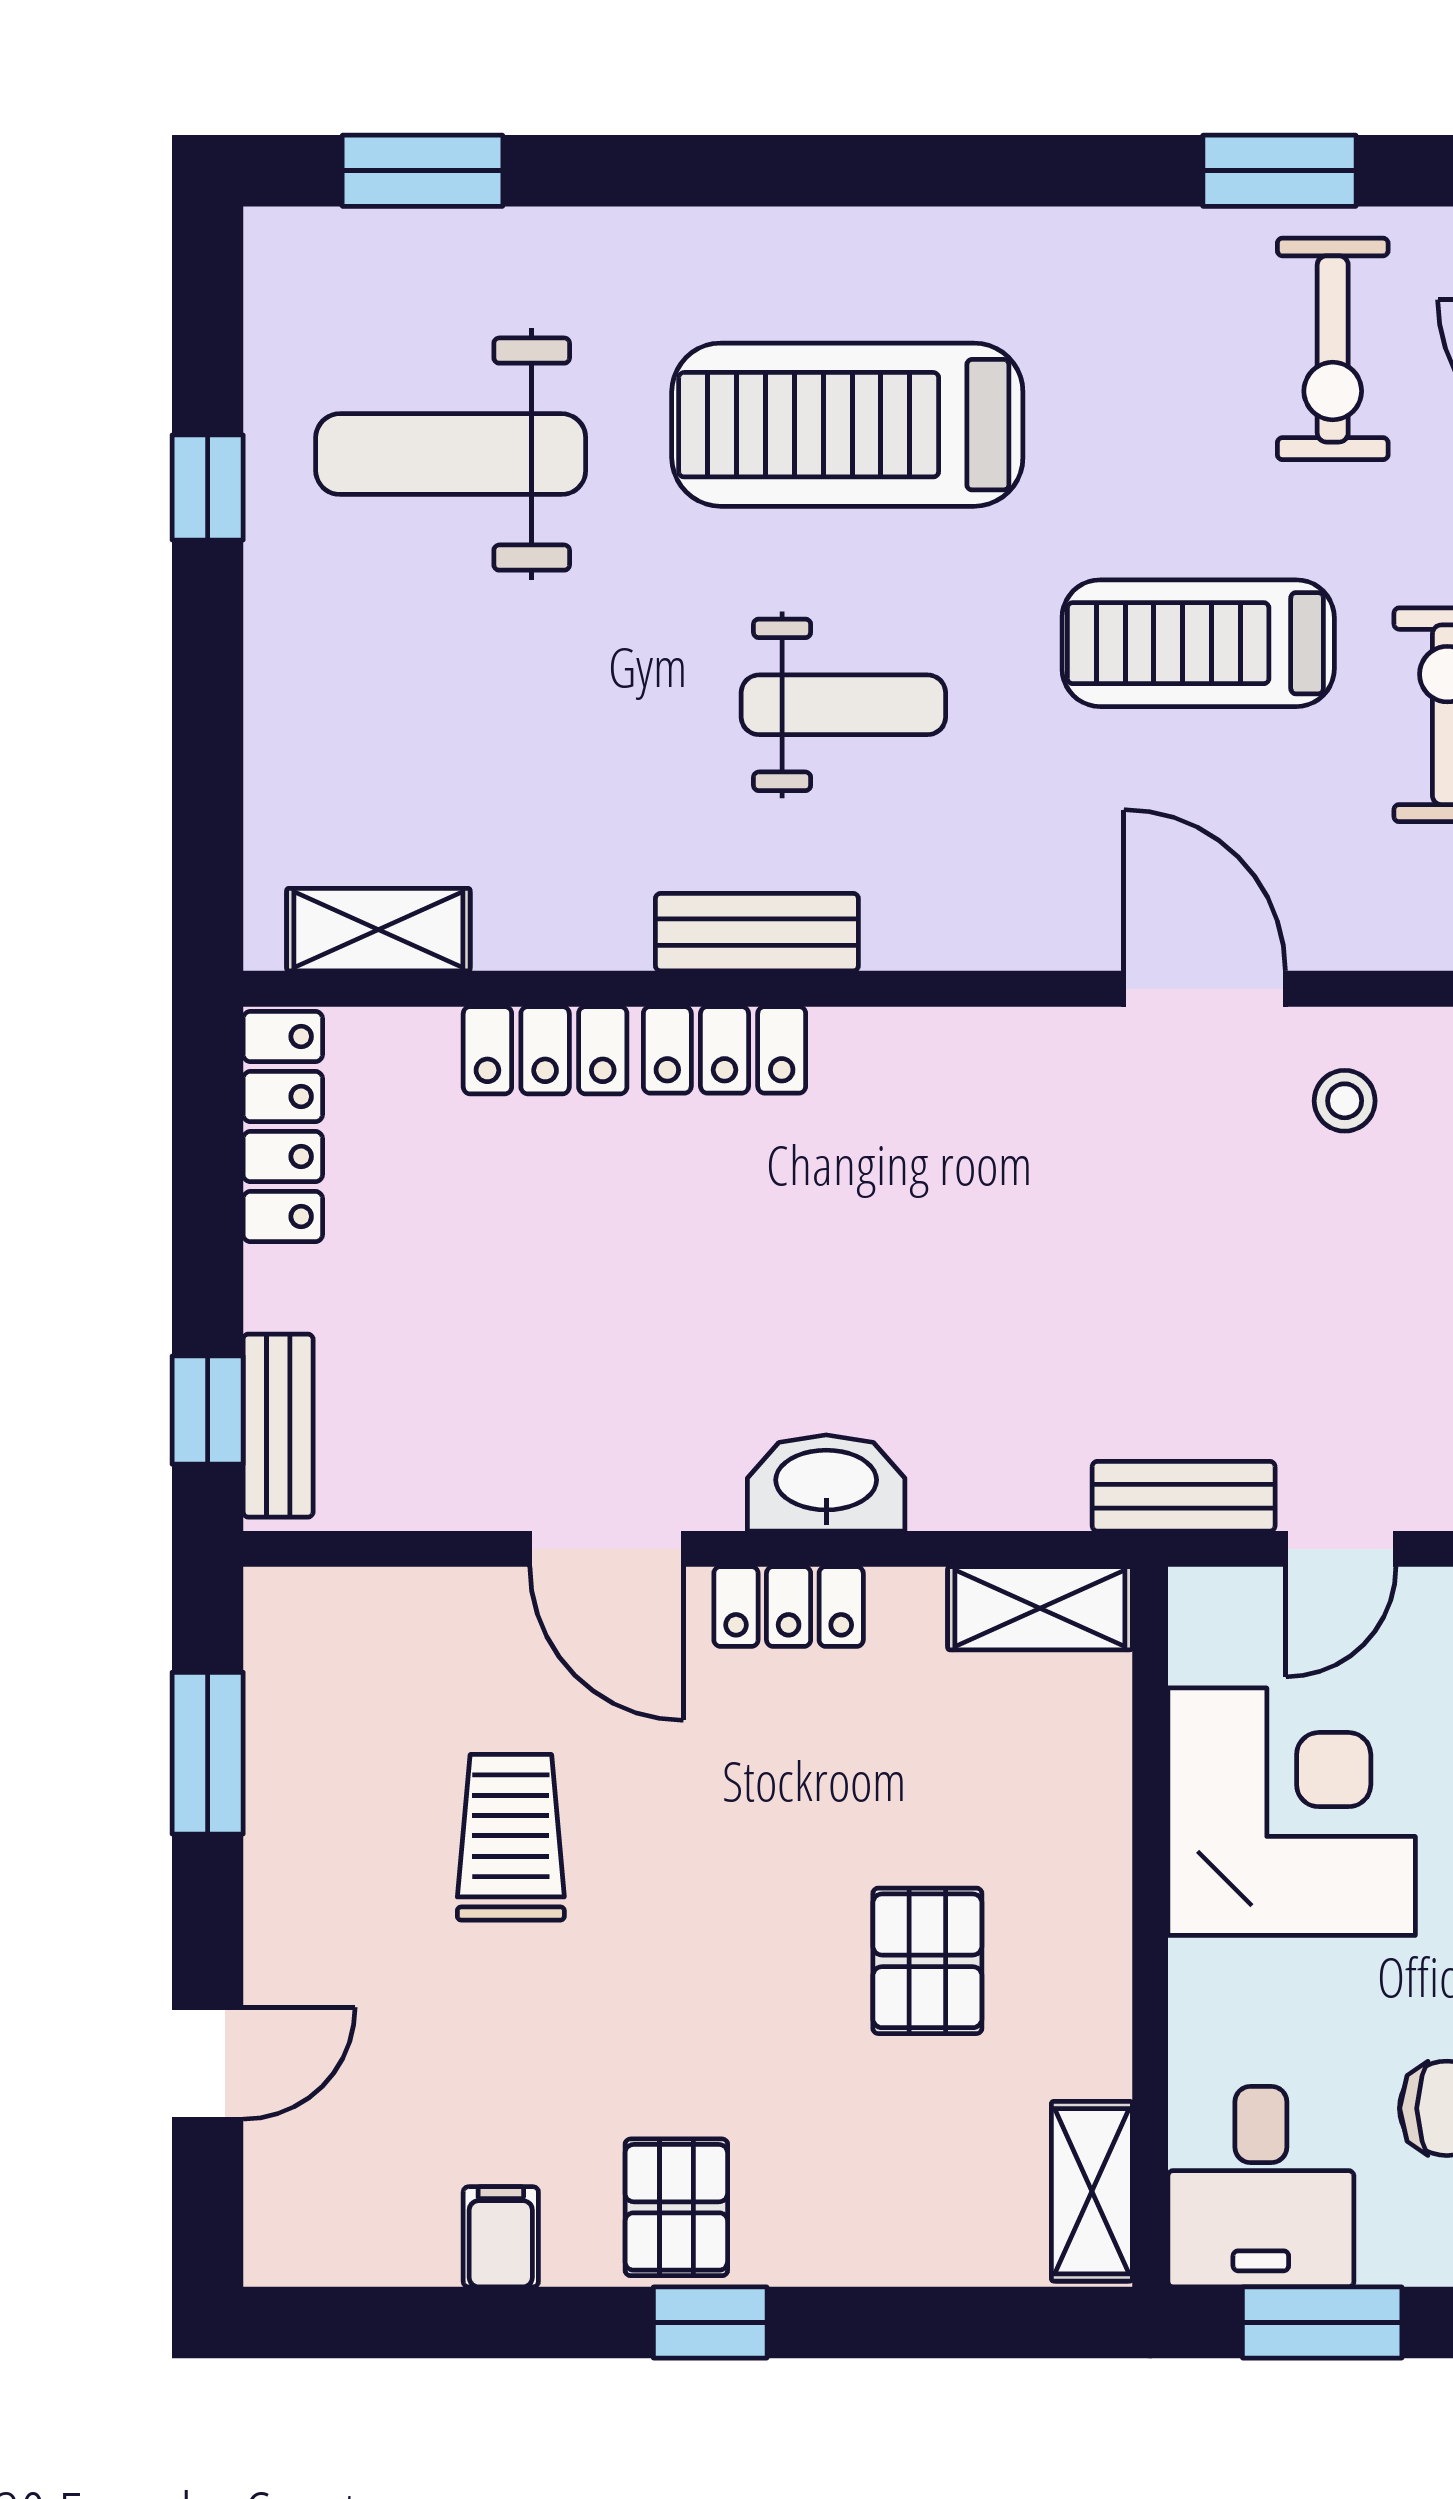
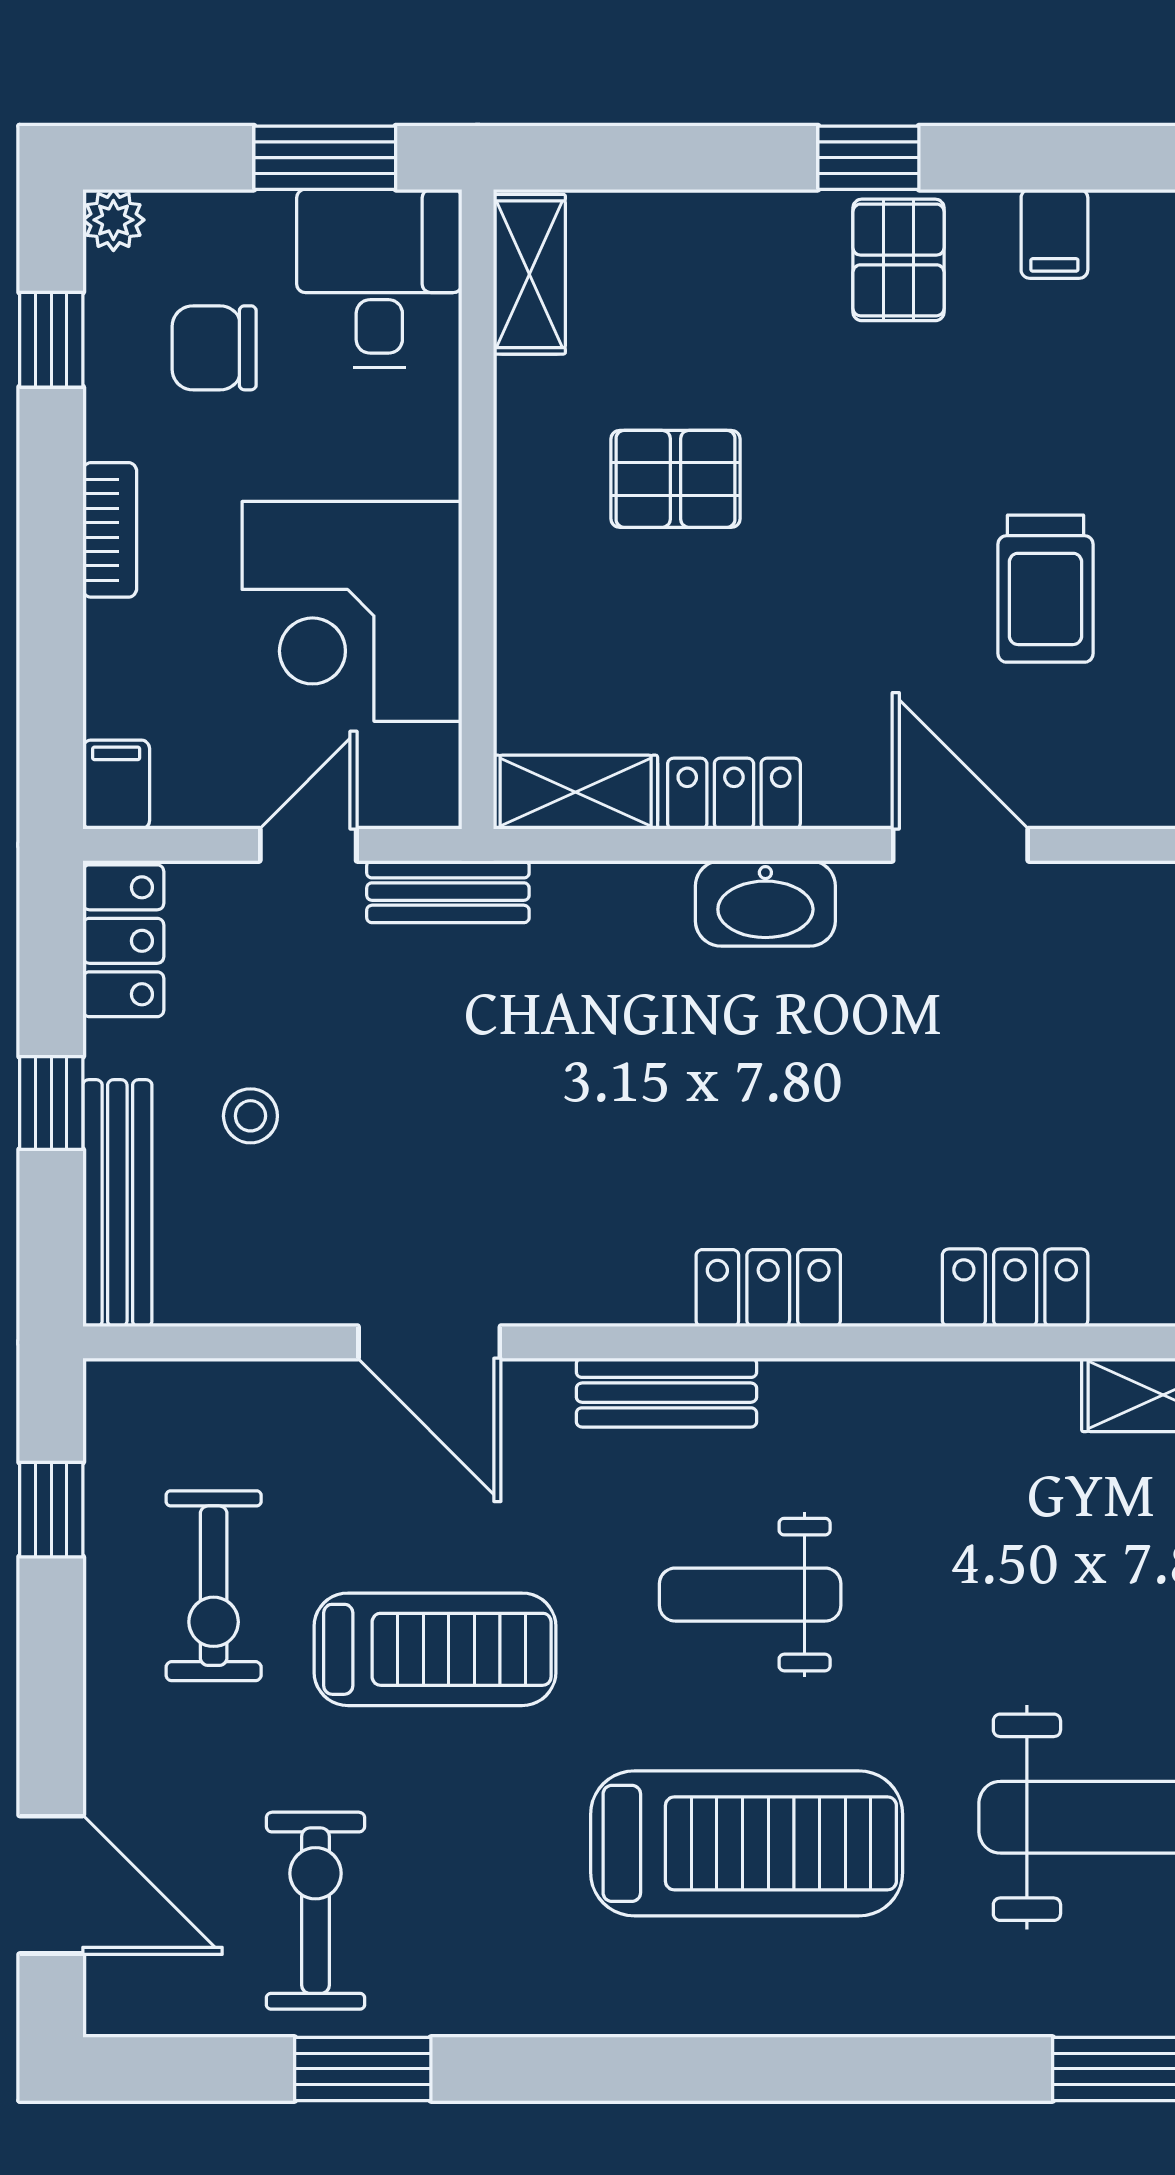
bench: (757, 932) -> (666, 1393), moved
locker: (725, 1050) -> (768, 1288), moved
stool: (1345, 1101) -> (250, 1116), moved
locker: (789, 1607) -> (734, 794), moved
pallet: (927, 1961) -> (676, 479), turned 90

